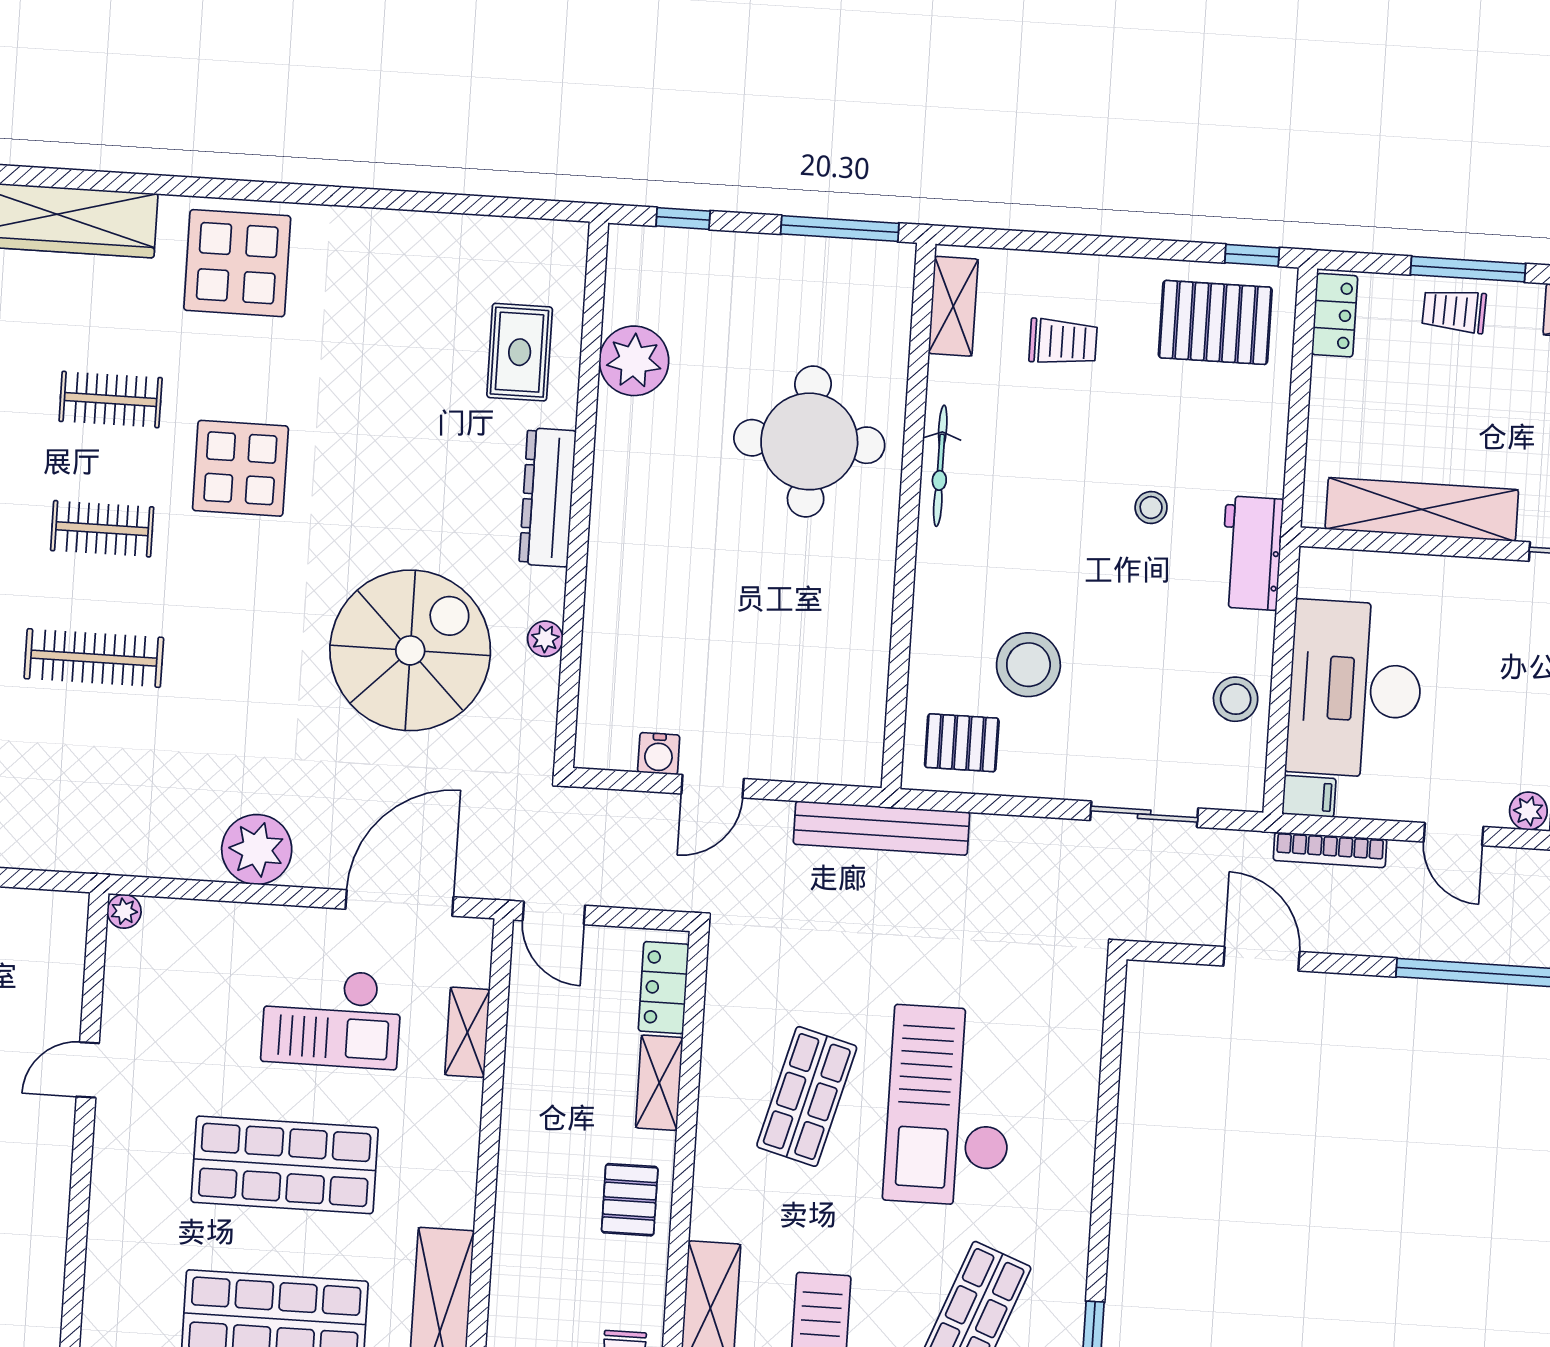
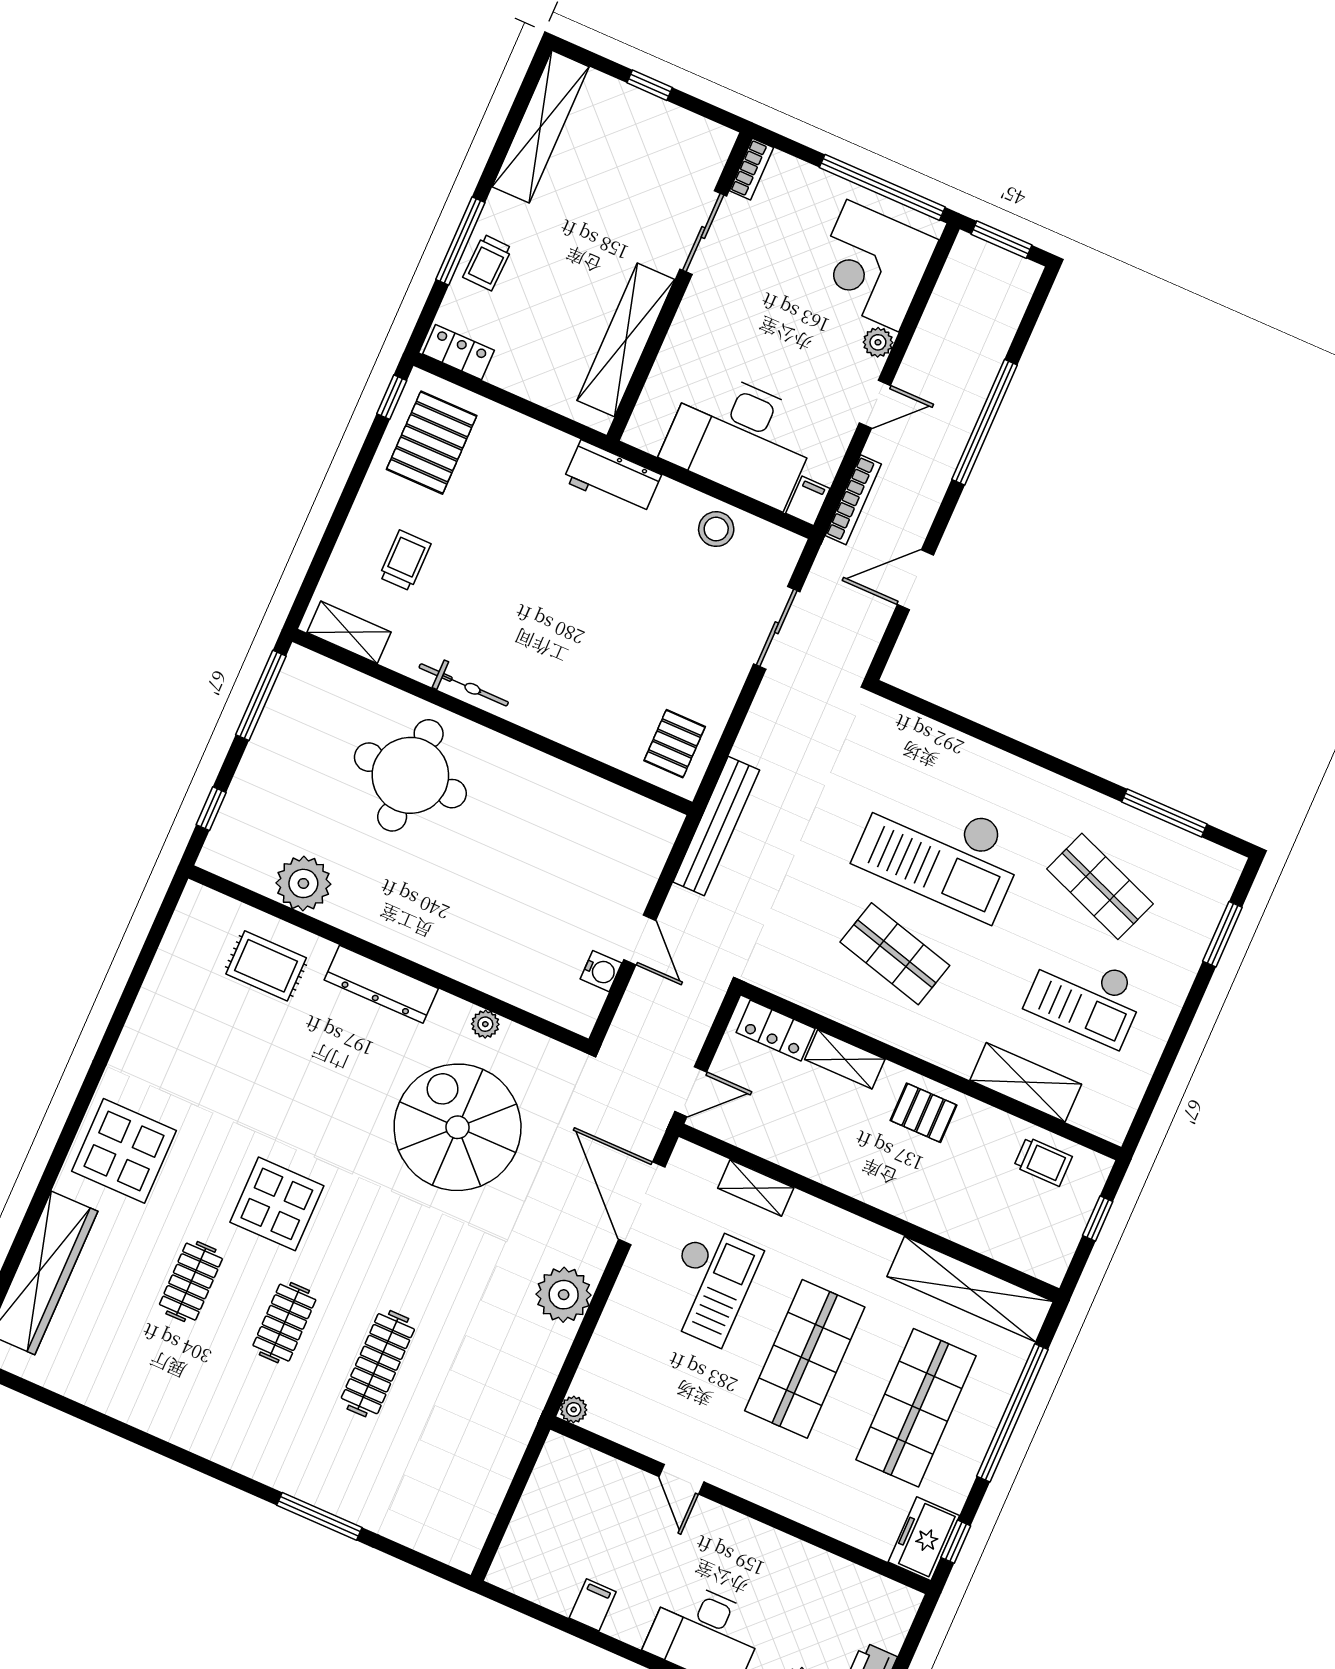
stool: (1151, 507) -> (551, 540), removed
stool: (1028, 665) -> (635, 673), removed

